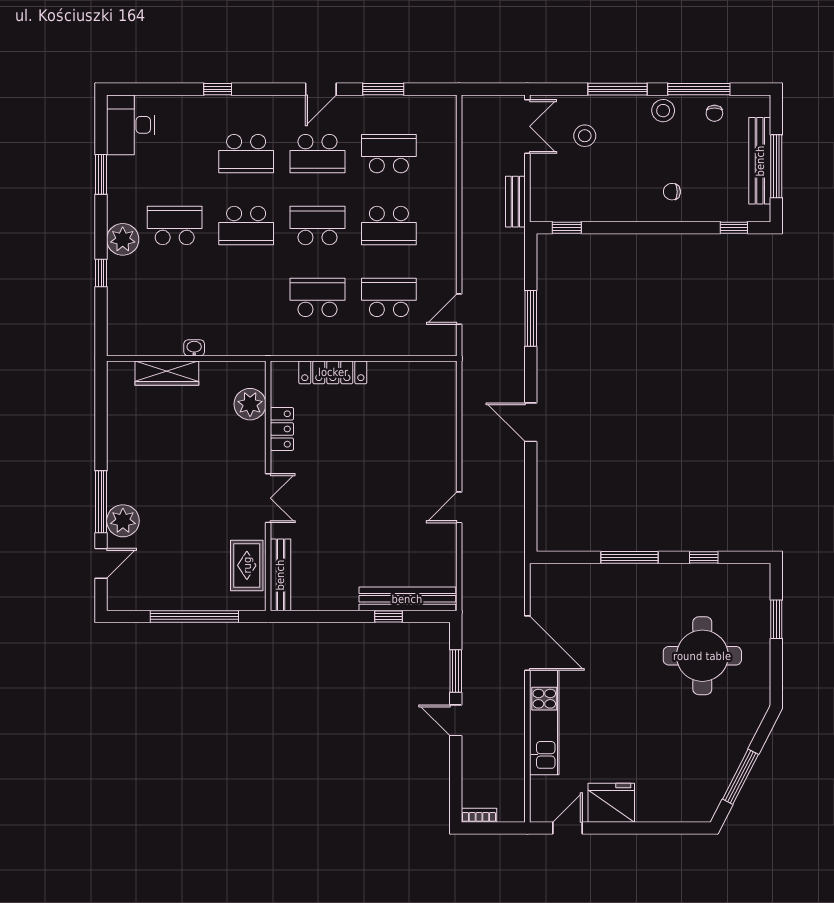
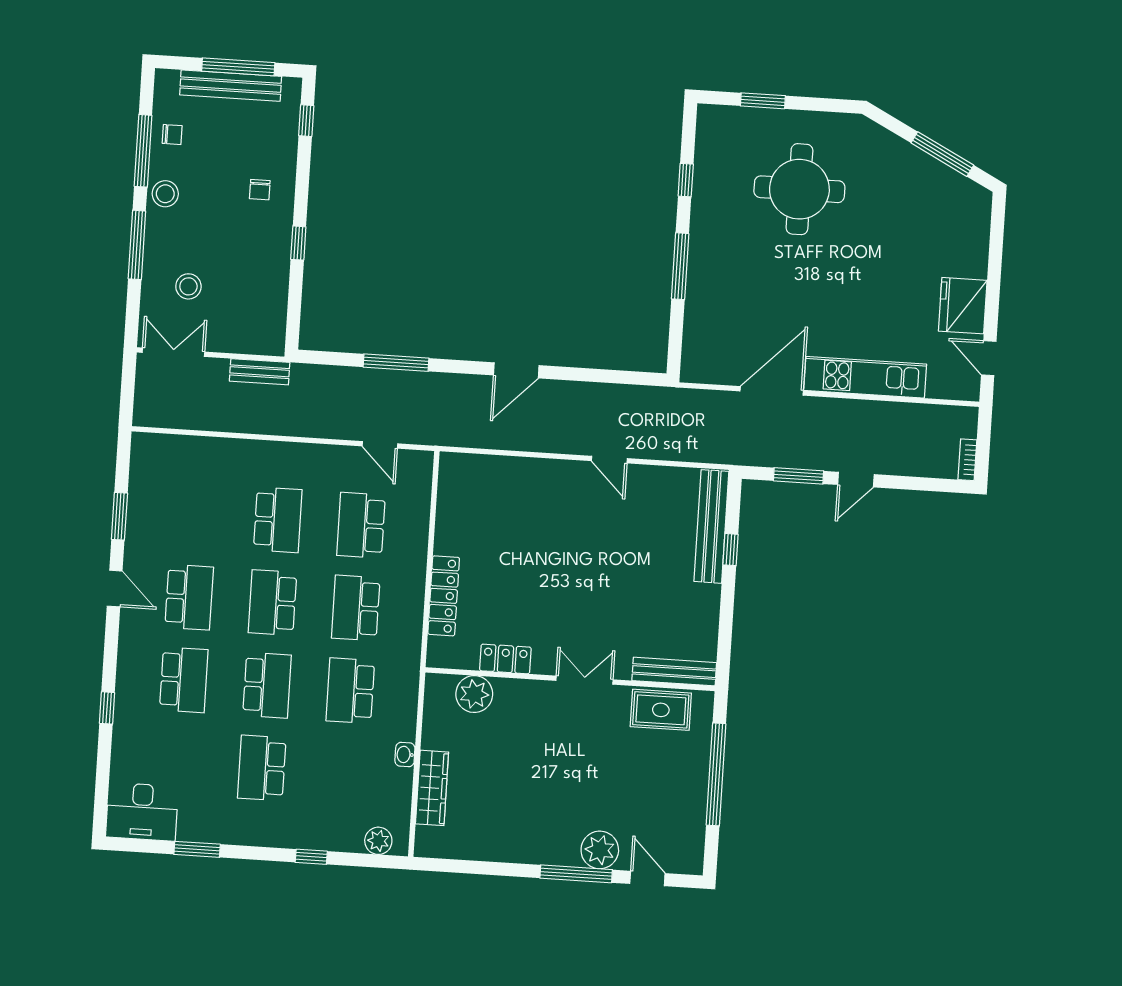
school desk: (389, 154) -> (350, 691), moved
window: (567, 228) -> (298, 243), moved
plant: (123, 239) -> (378, 841), moved, width x0.73, depth x0.73

